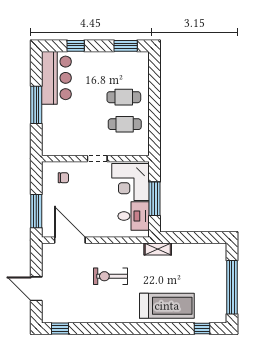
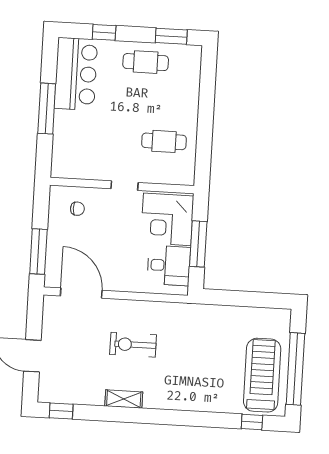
cafe table: (124, 97) -> (146, 62), moved
shelving: (158, 249) -> (124, 399), moved
treadmill: (167, 306) -> (262, 375), moved, turned -90

